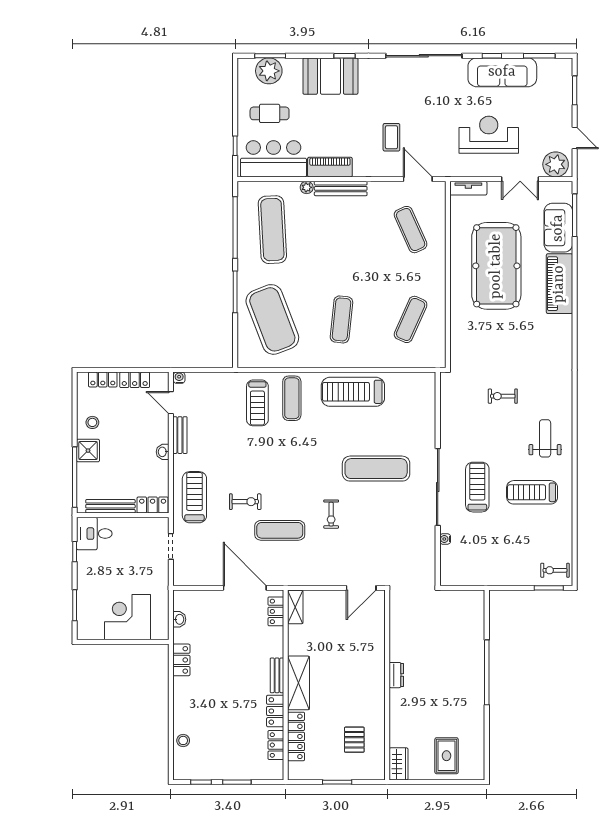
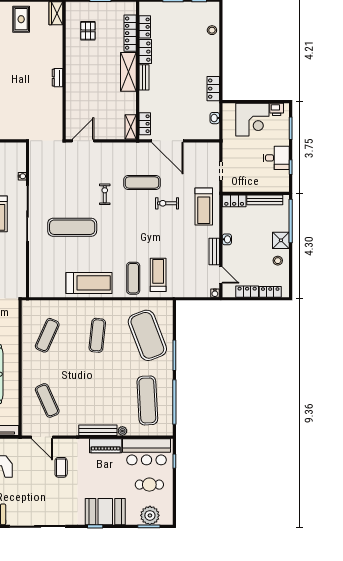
desk: (94, 534) -> (276, 158), moved
printer: (94, 631) -> (277, 109), added

